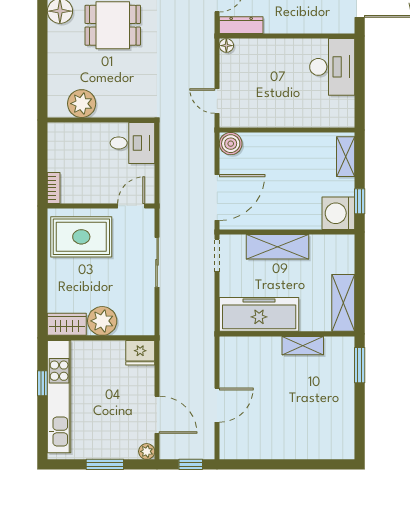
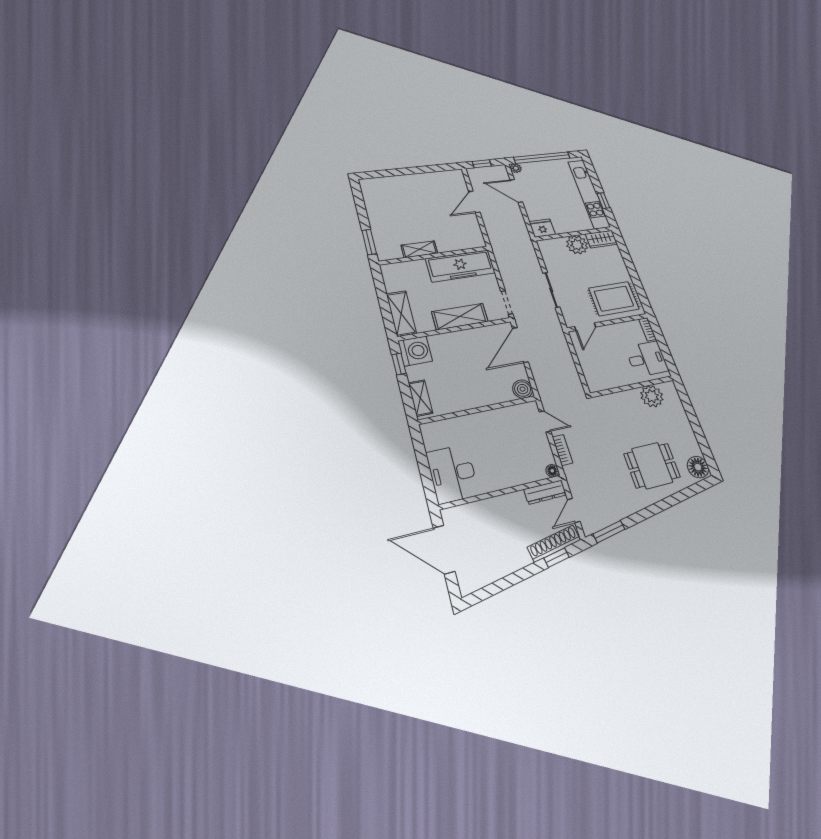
bookcase: (208, 65) -> (562, 450), added
desk: (132, 143) -> (647, 359), moved, turned 180
shelving: (343, 303) -> (401, 313), moved
window: (105, 464) -> (542, 158), width x2.11

